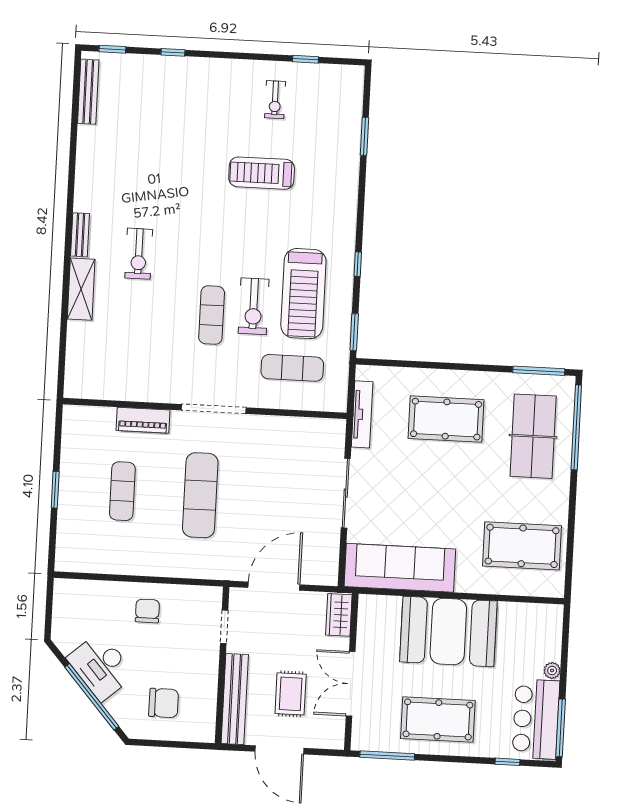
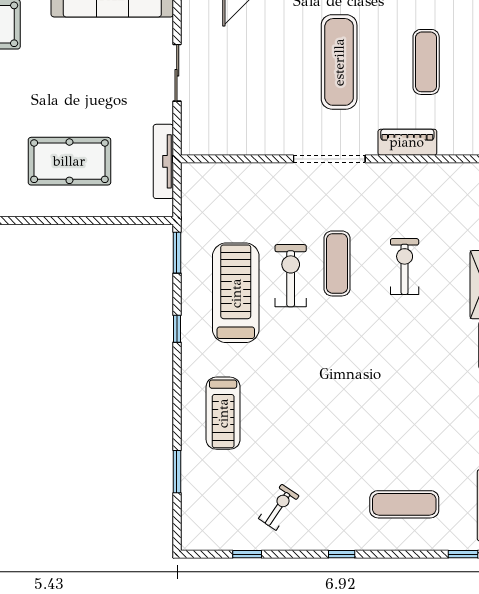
window: (173, 52) -> (342, 554), moved
exercise bike: (275, 100) -> (279, 507), turned 34
treadmill: (262, 173) -> (223, 413), moved, turned 90
exercise bike: (139, 254) -> (405, 267), moved
exercise mat: (292, 368) -> (404, 504), moved
sliding door: (346, 493) -> (177, 73), width x0.73

